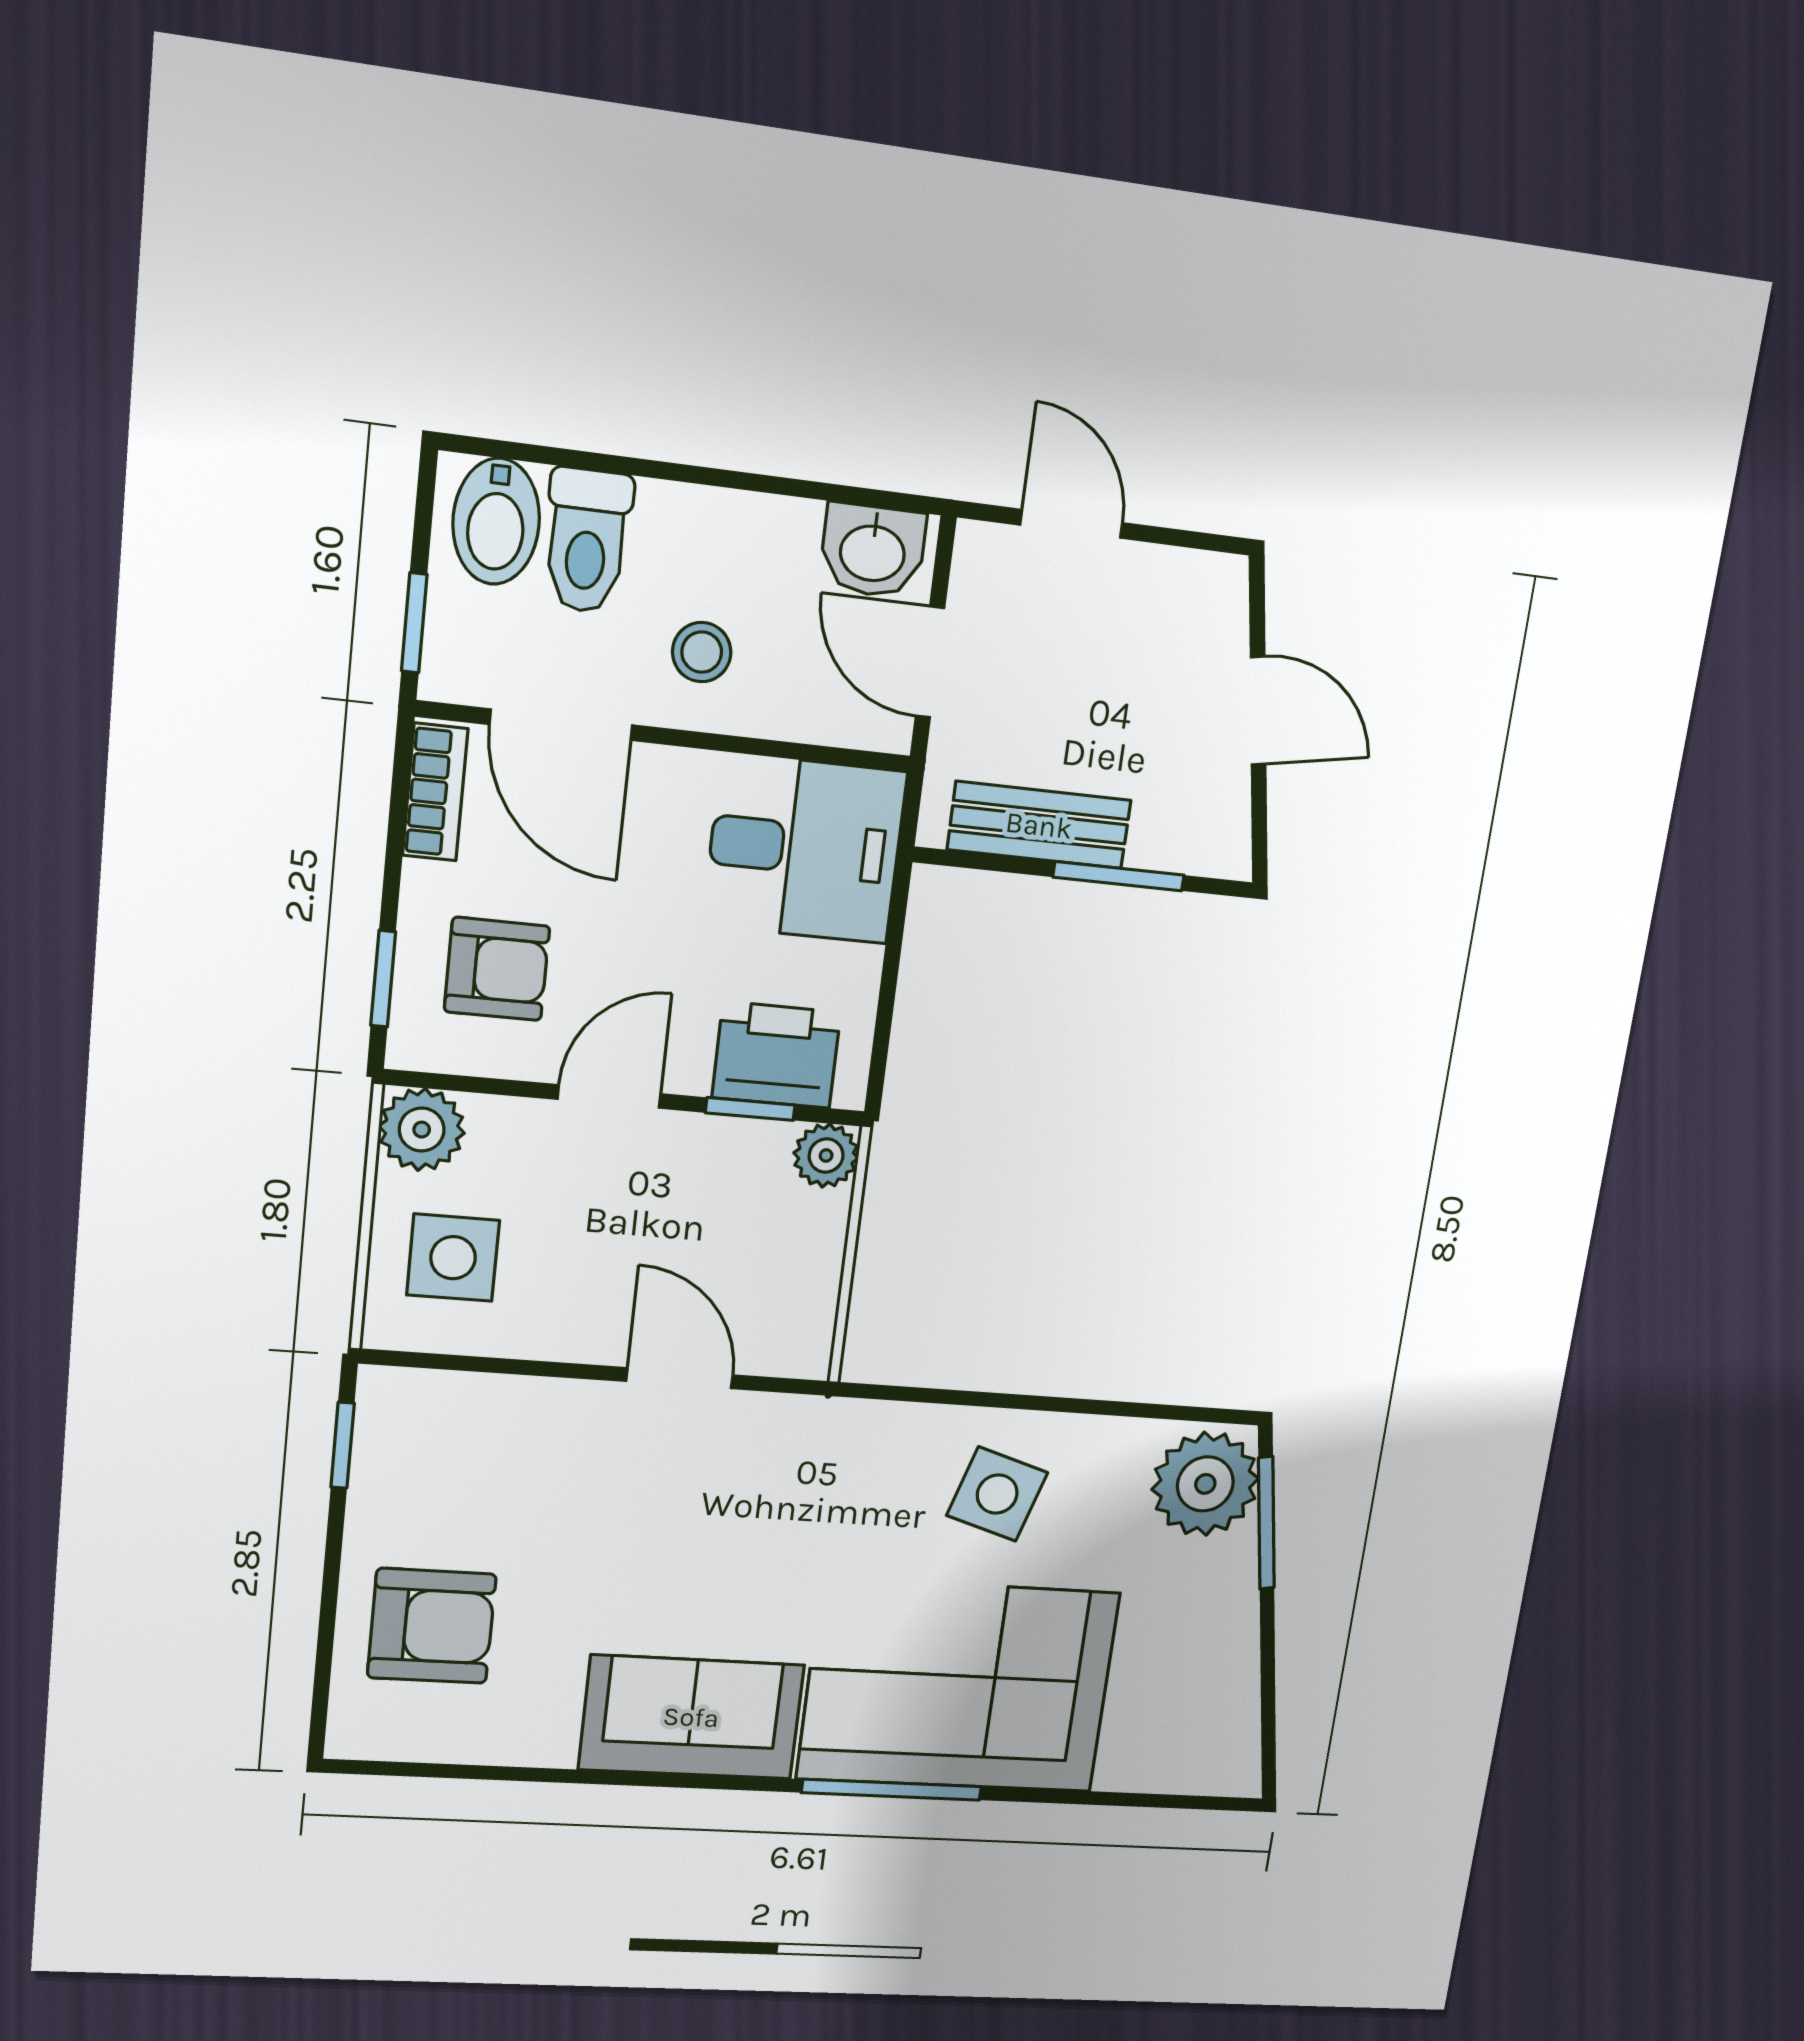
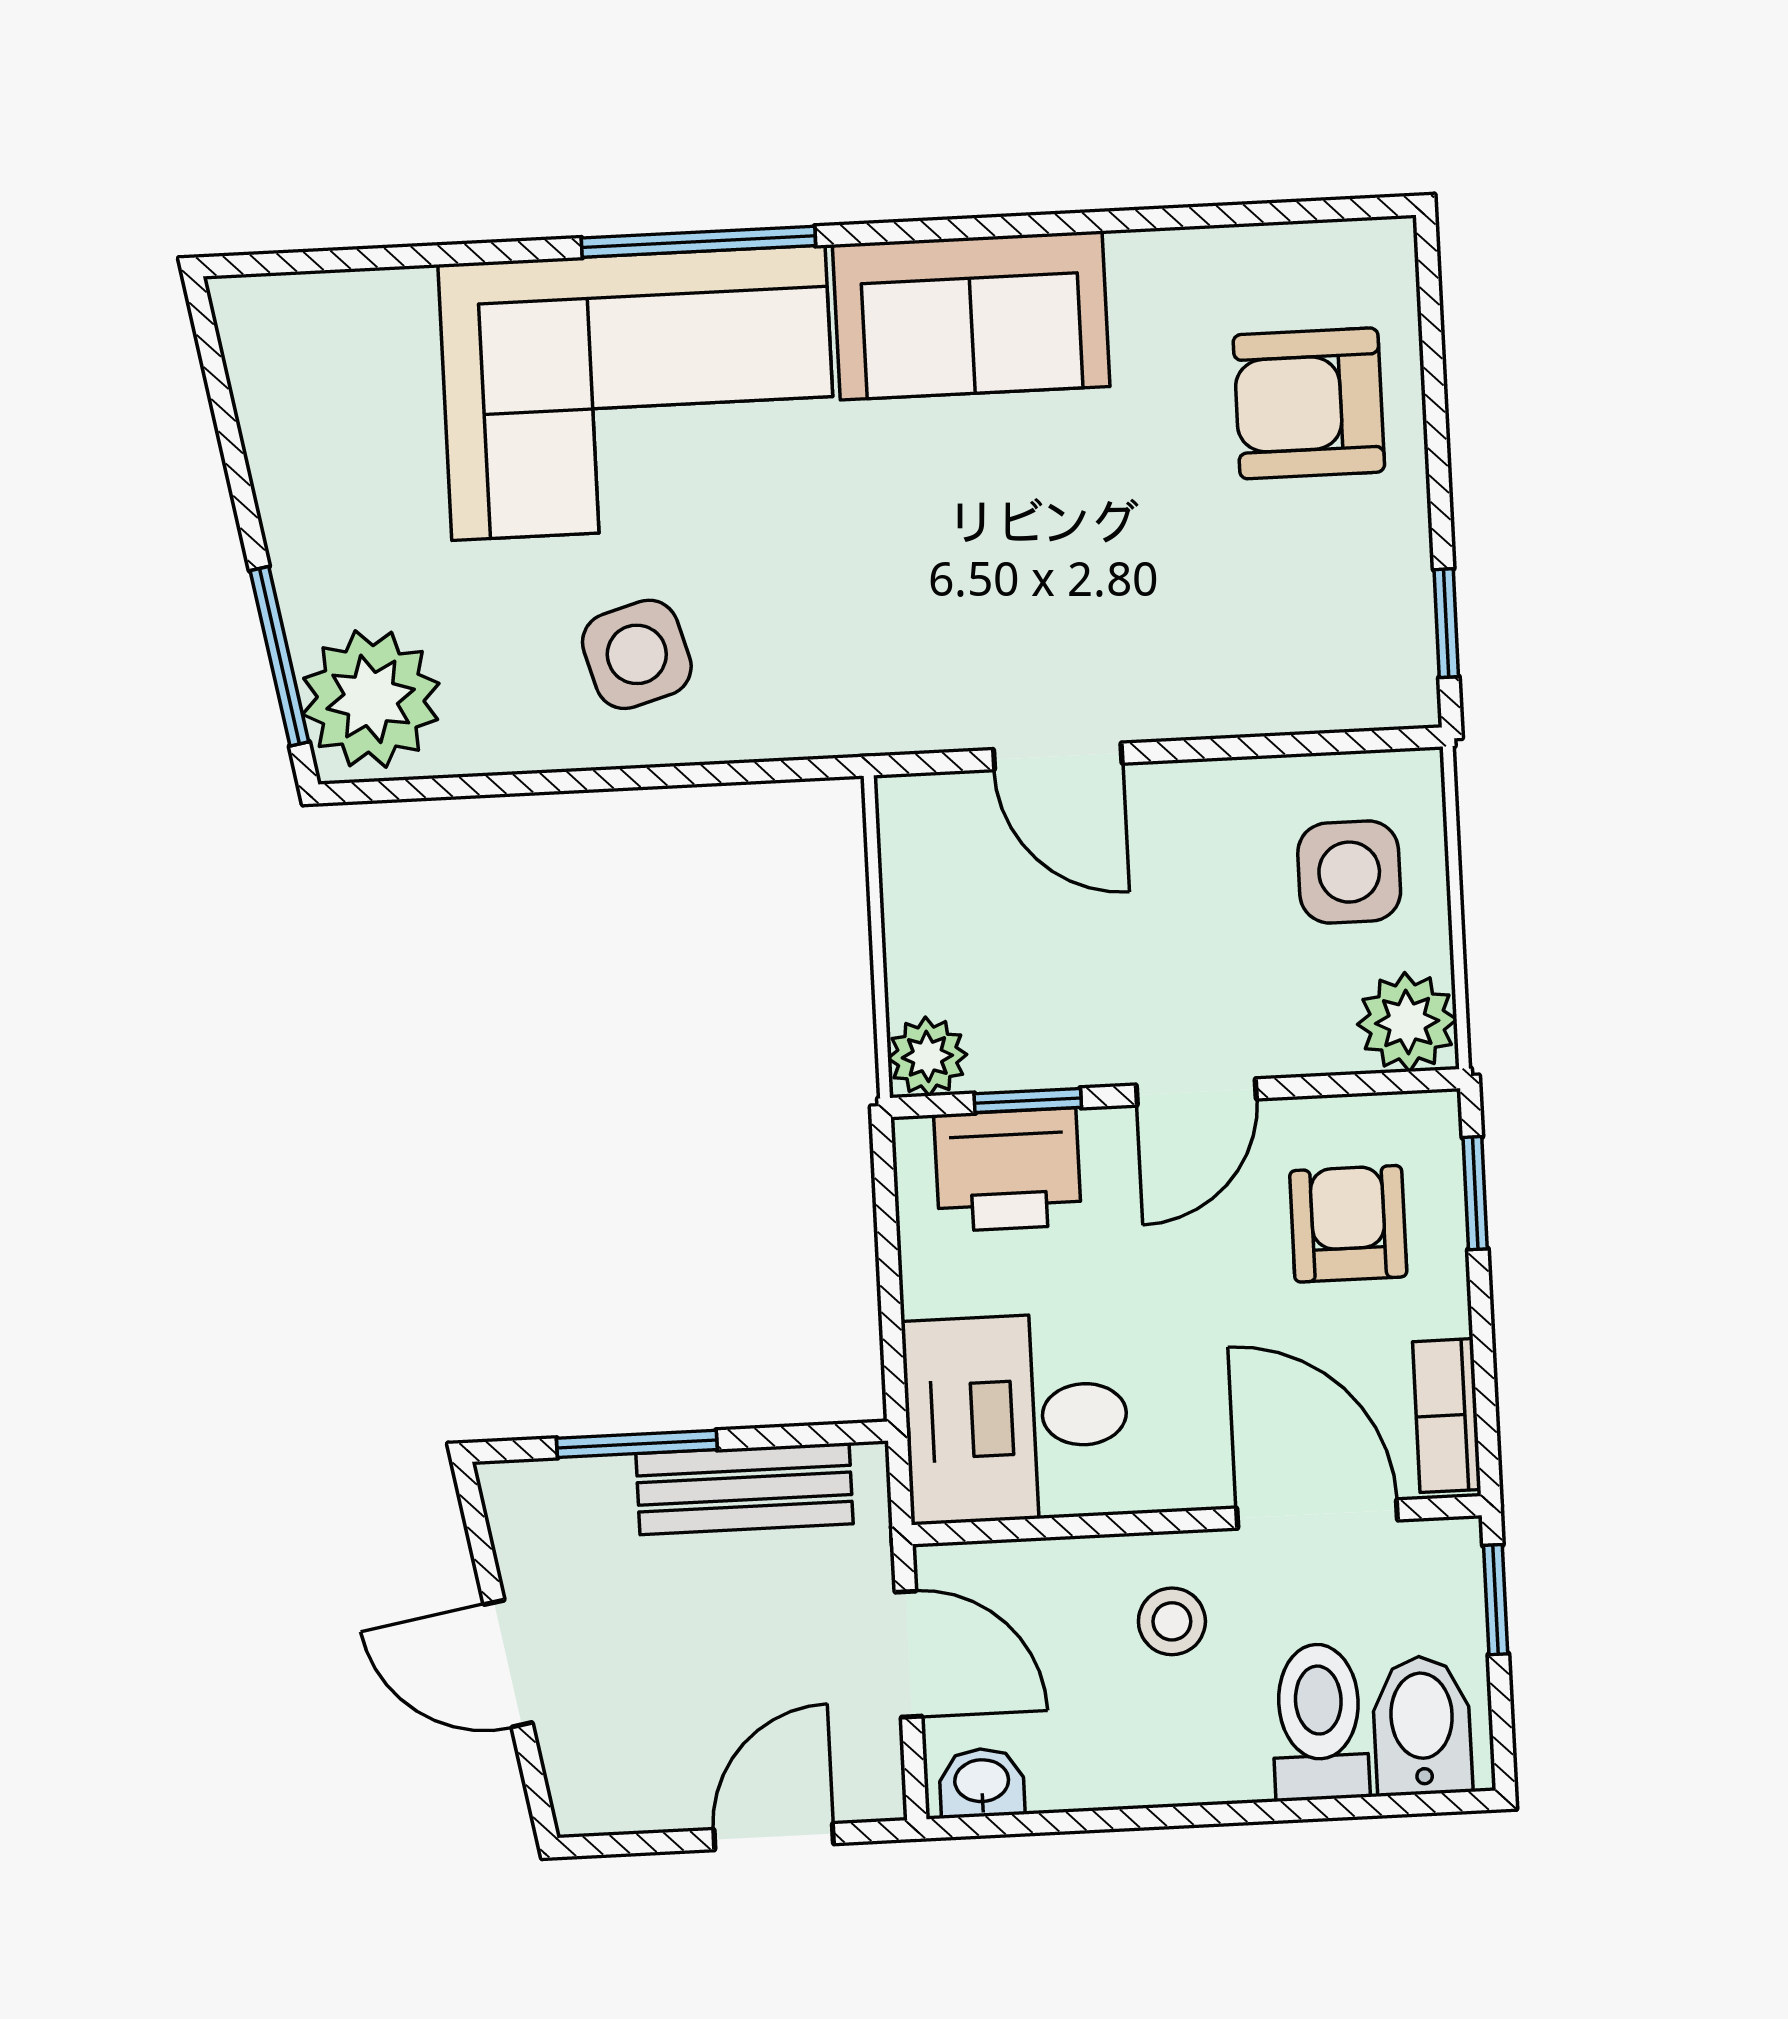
door: (1071, 524) -> (774, 1837), swing flipped
washbasin: (873, 551) -> (982, 1783), width x0.72, depth x0.69
armchair: (497, 969) -> (1348, 1224), turned 90
side table: (997, 1494) -> (637, 654), turned -33

